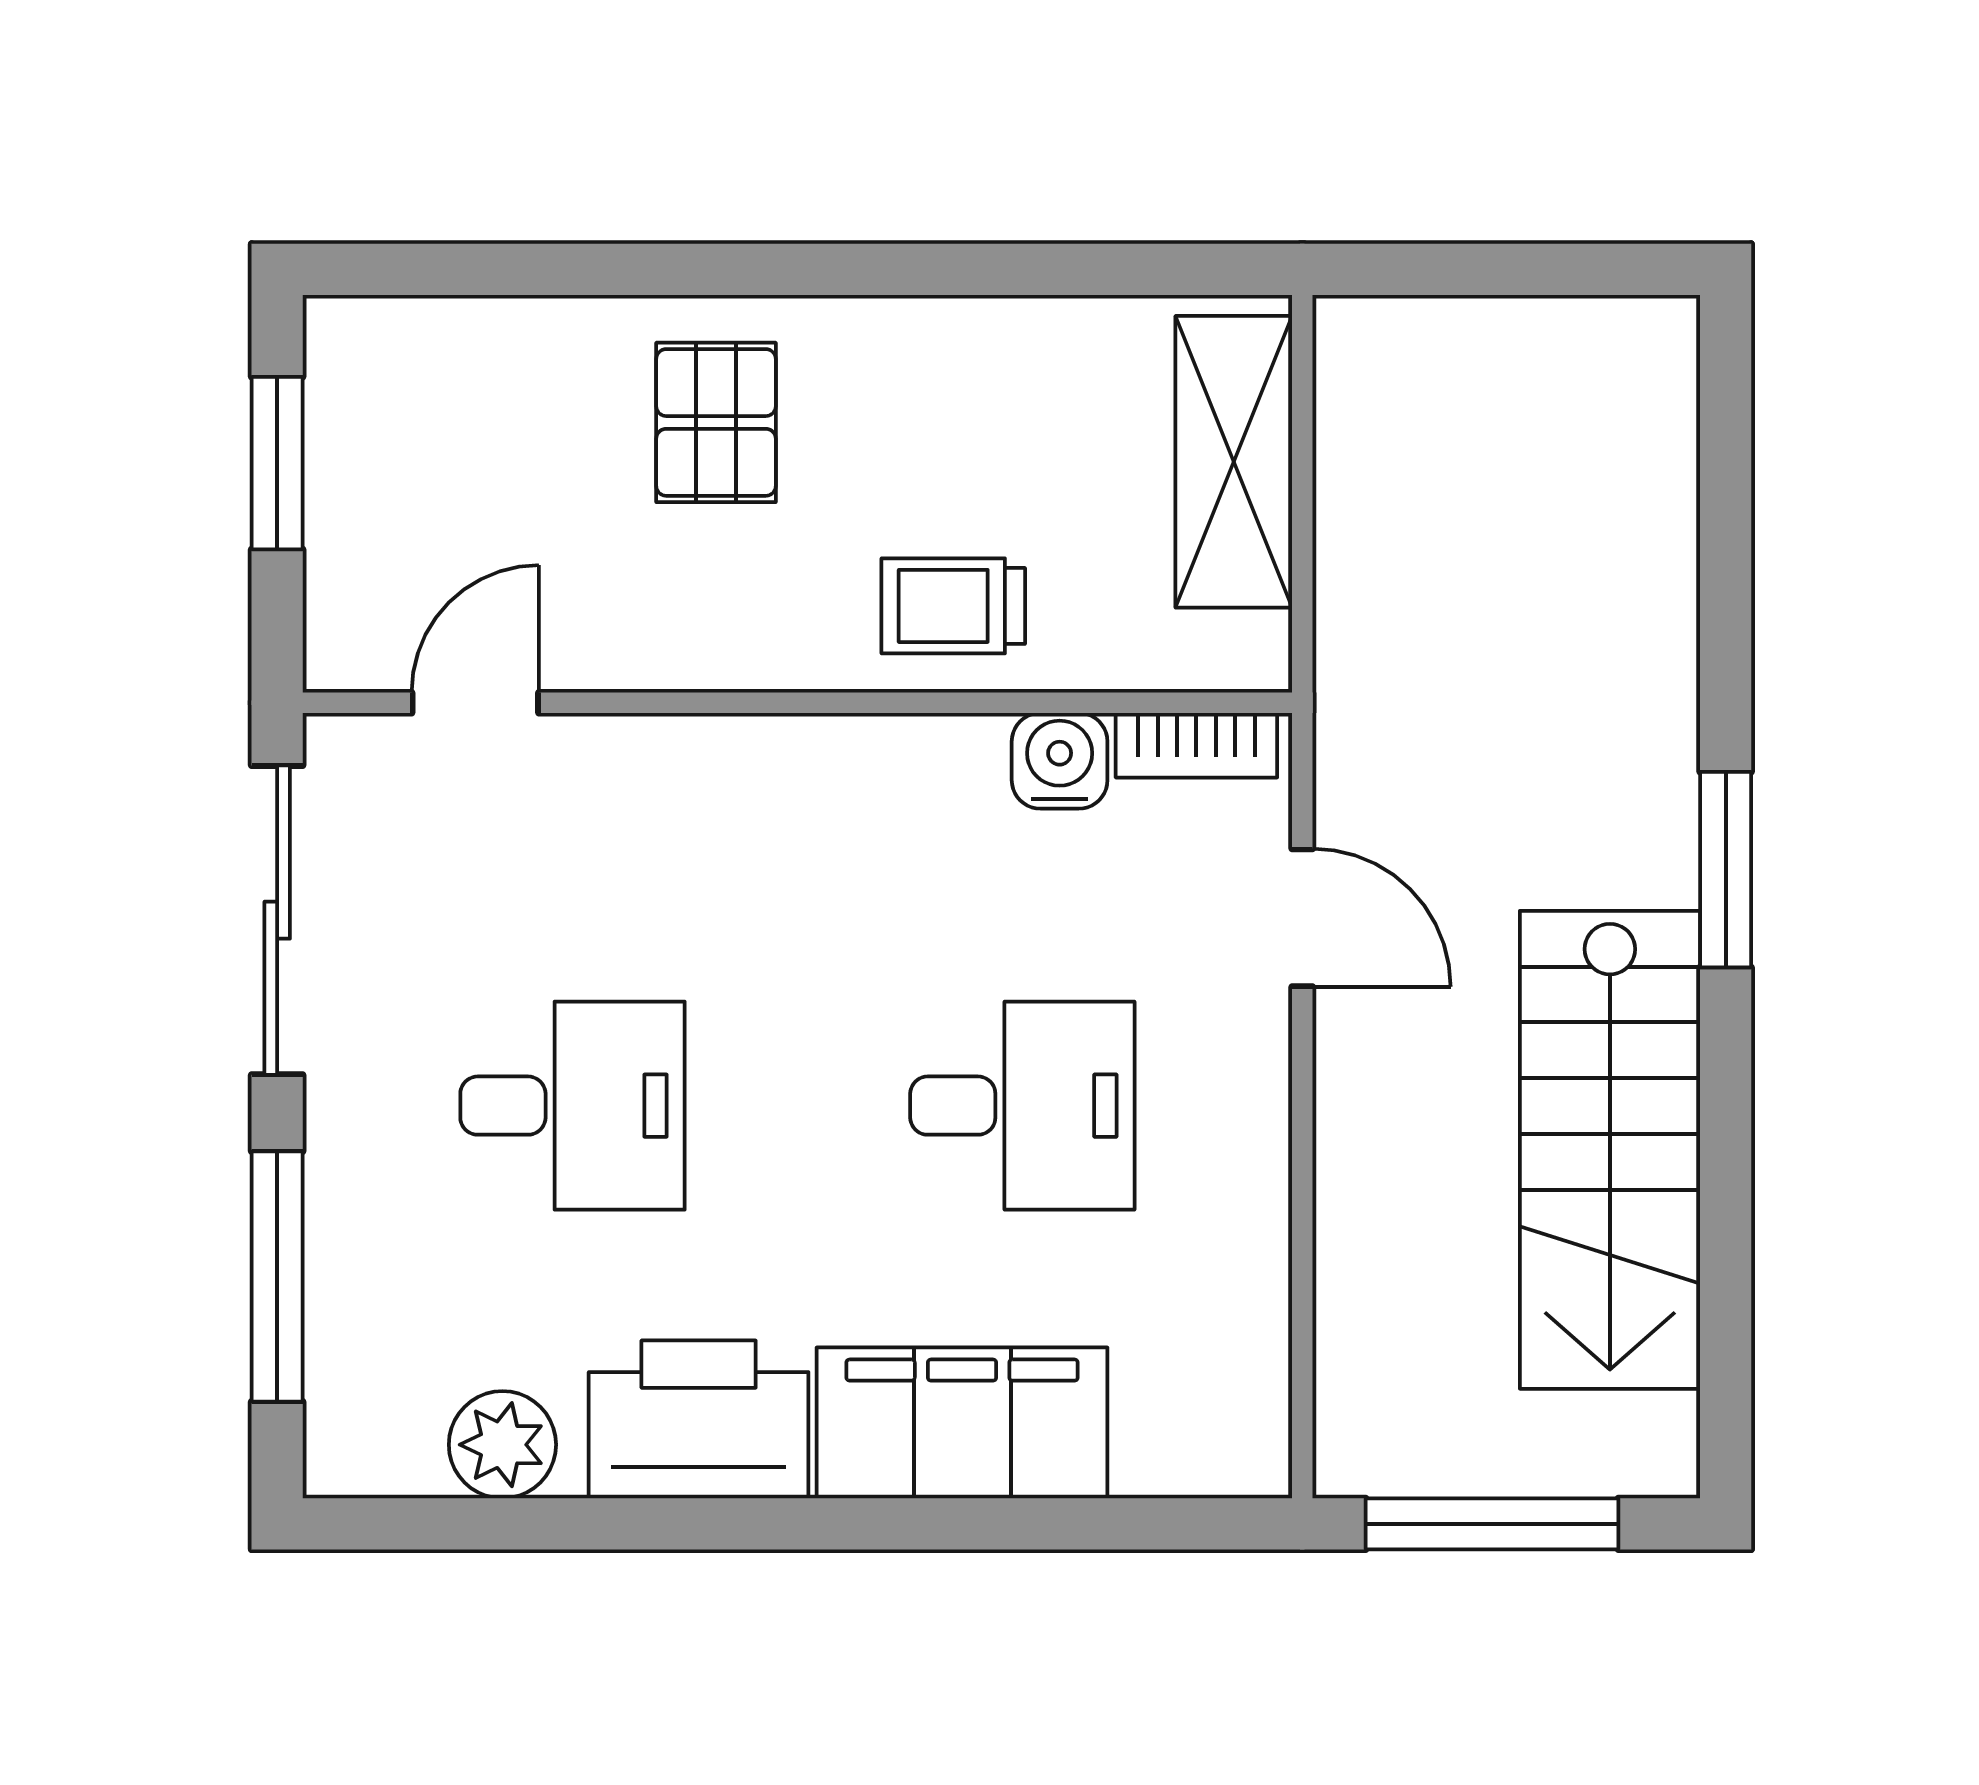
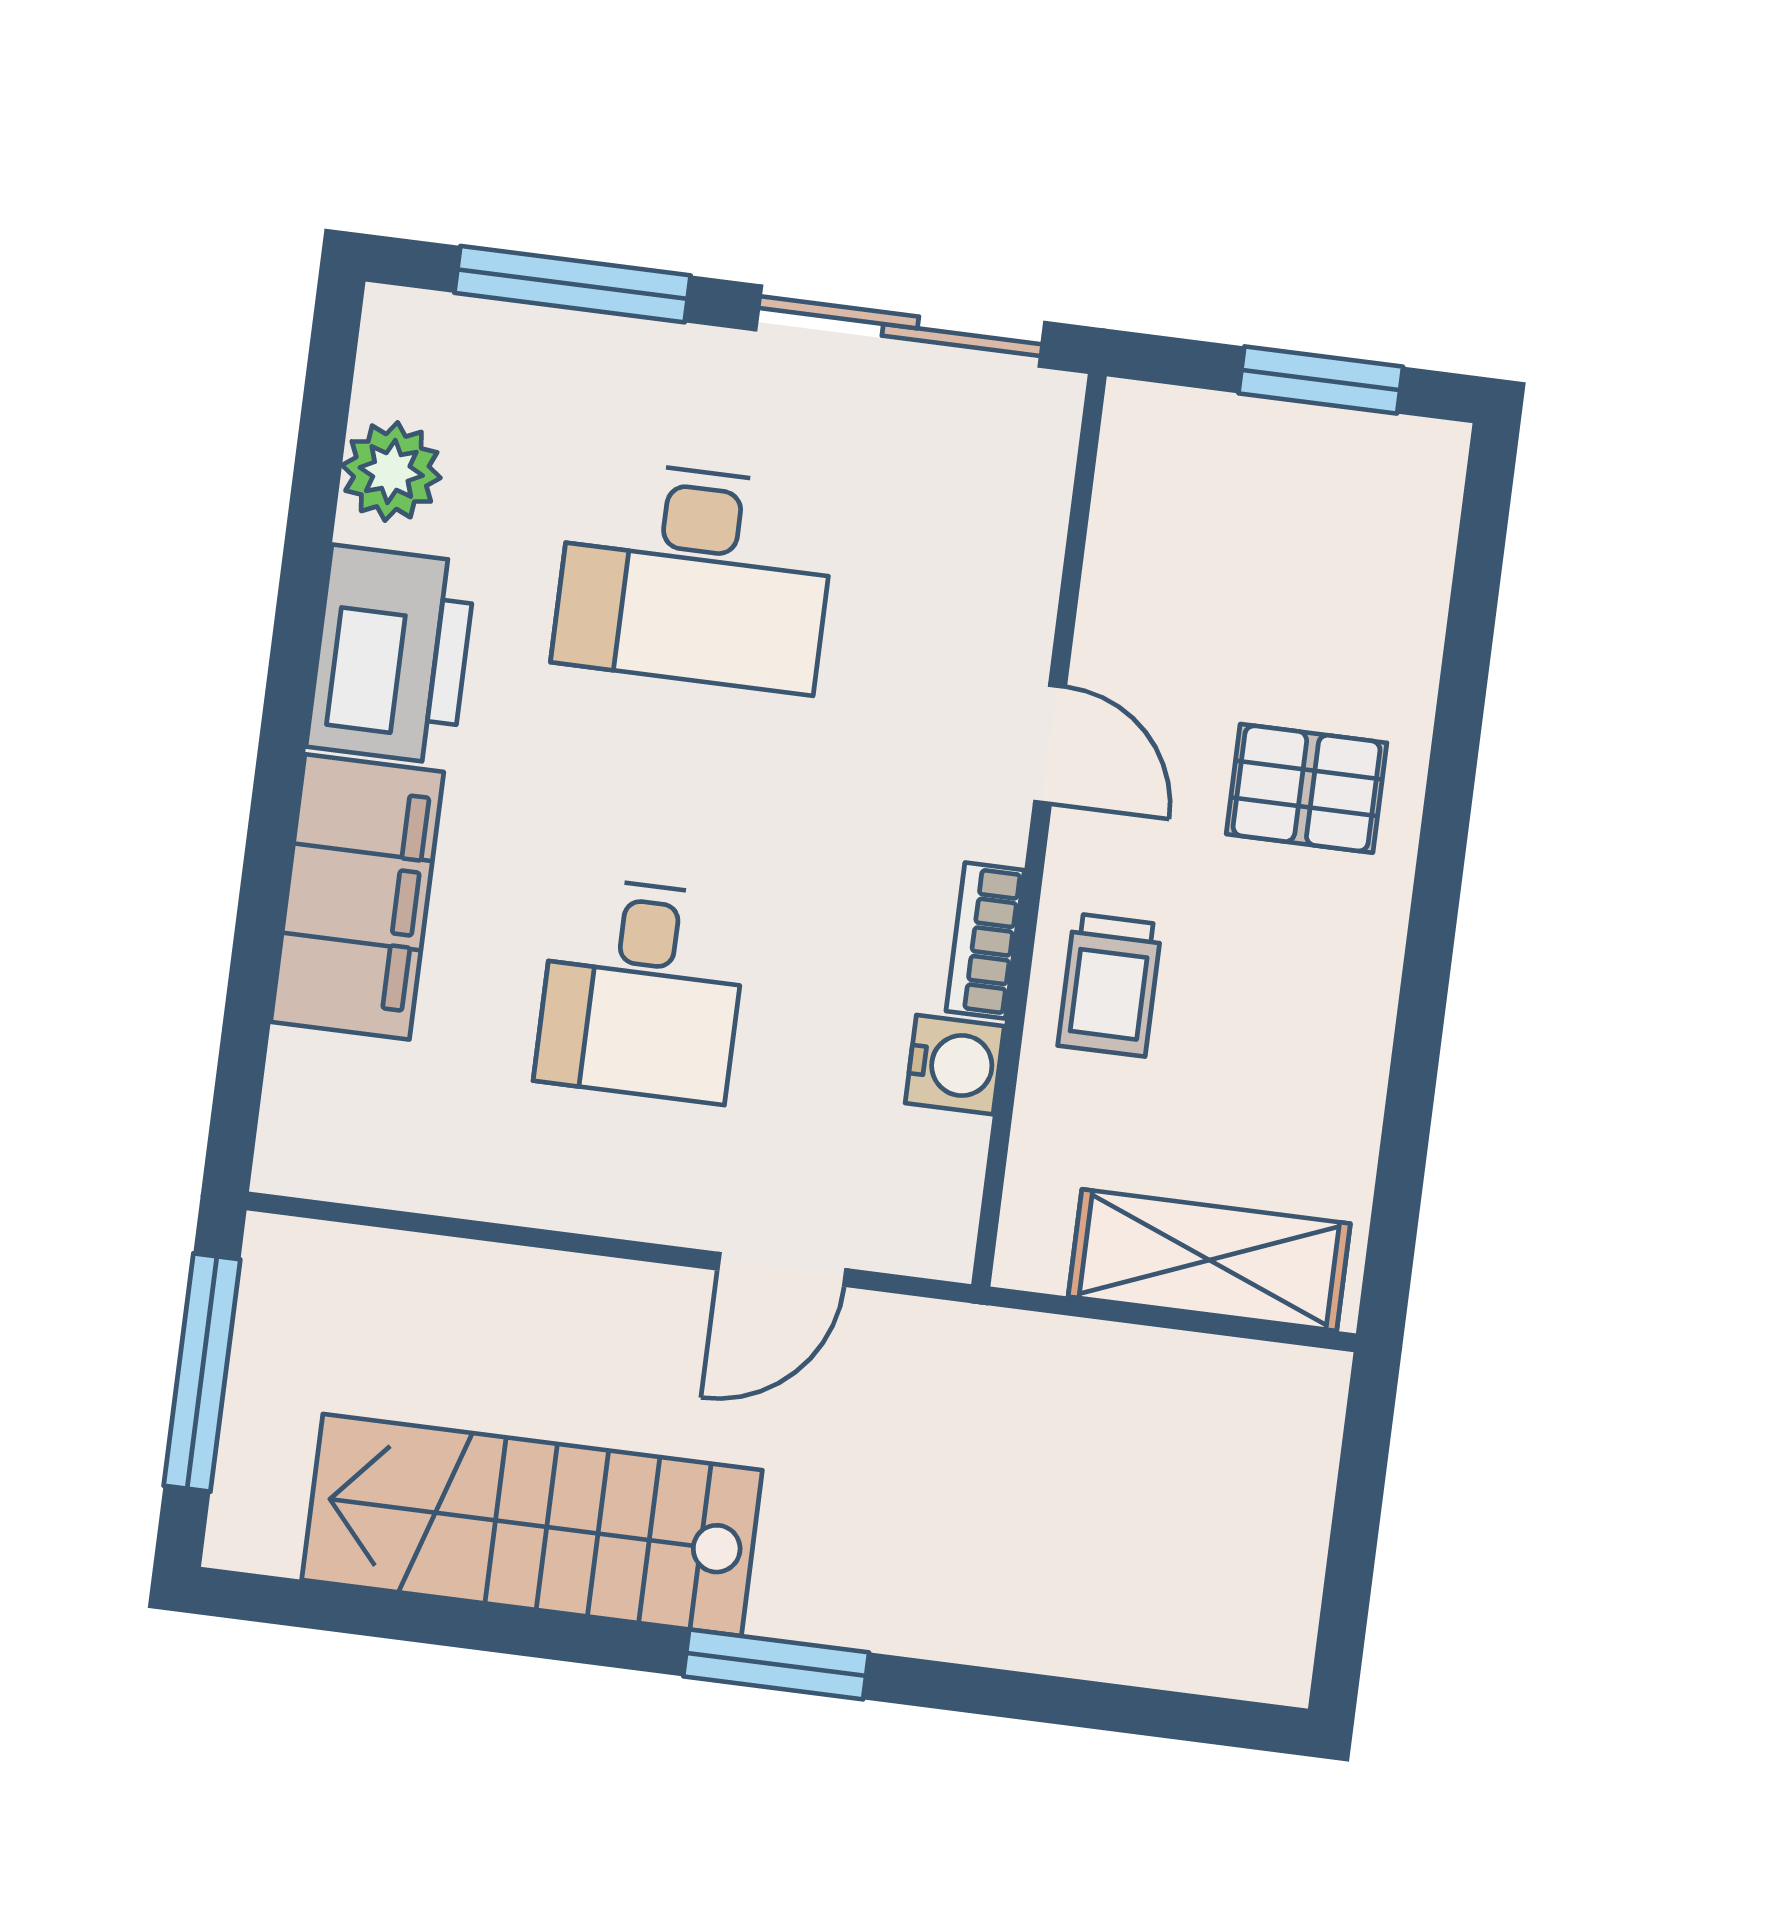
trolley: (953, 606) -> (1110, 985), turned 180
door: (475, 703) -> (1050, 744), moved
bookcase: (1196, 745) -> (985, 941), moved
desk: (572, 1106) -> (695, 576), width x1.37

